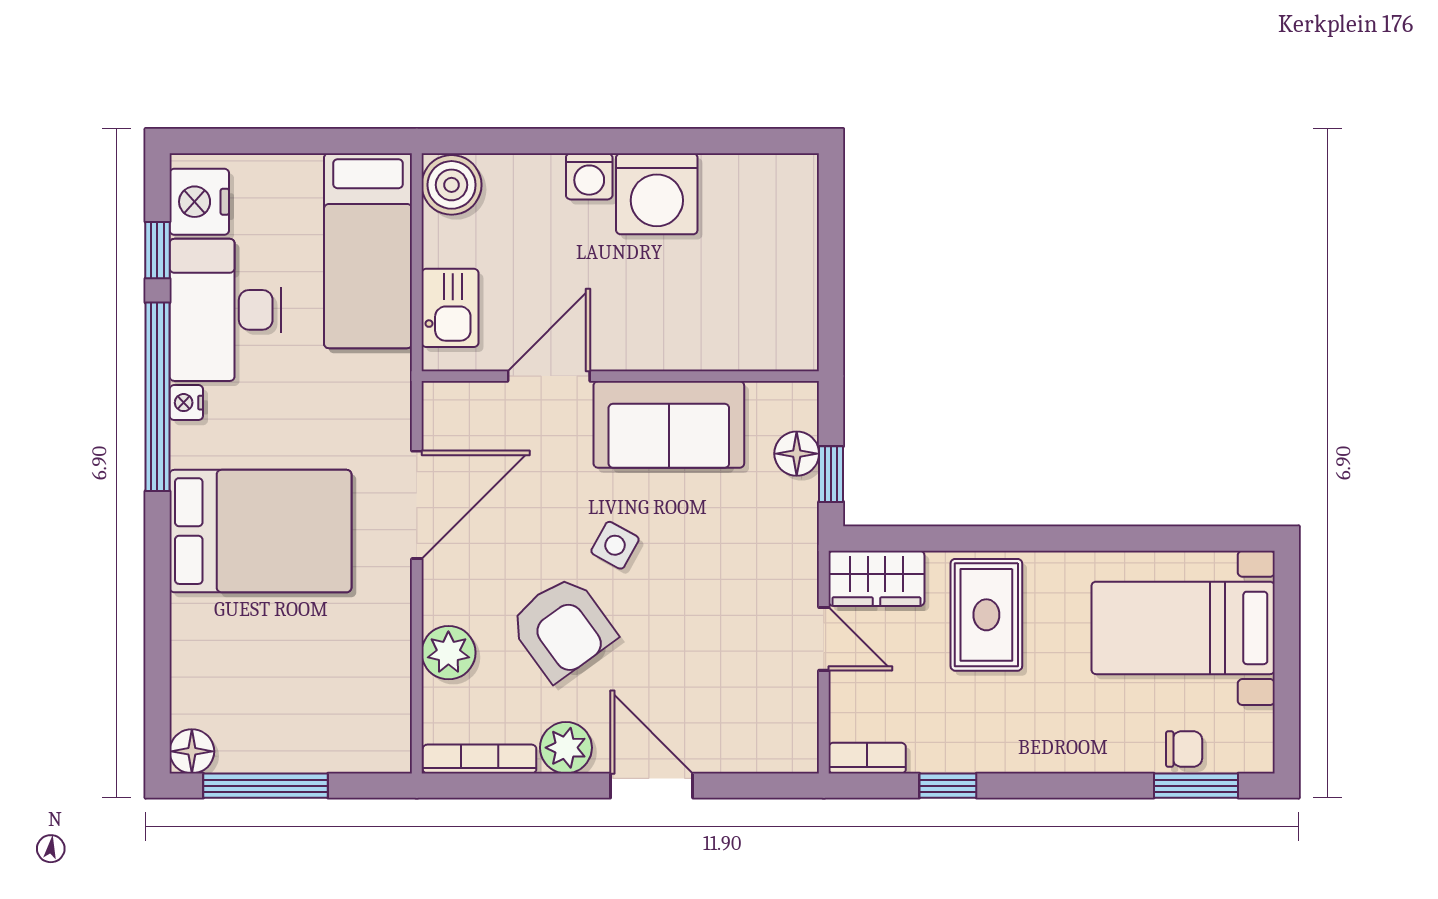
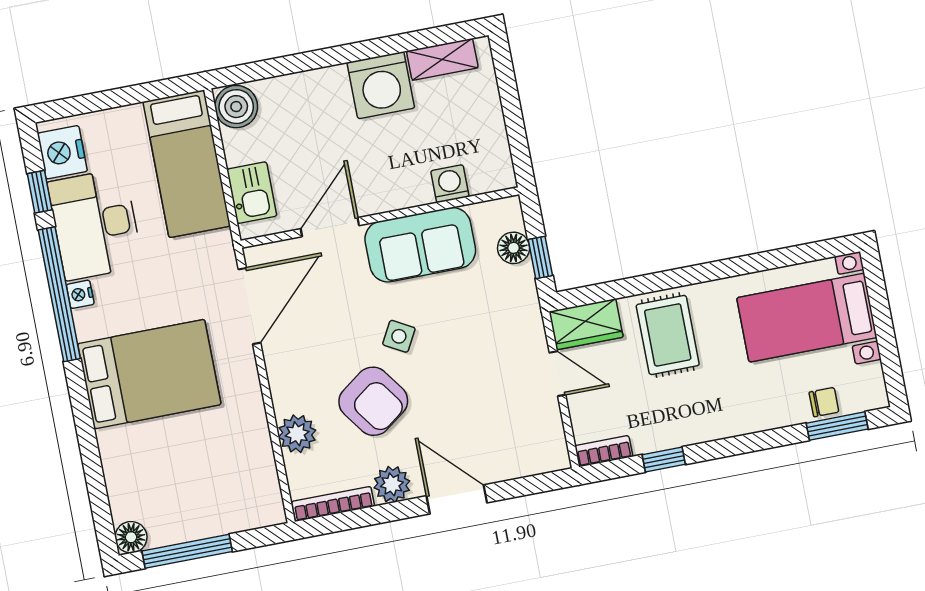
shelving: (749, 174) -> (442, 59), added
washing machine: (589, 176) -> (450, 184), moved, turned 180
door: (417, 505) -> (249, 306), moved

